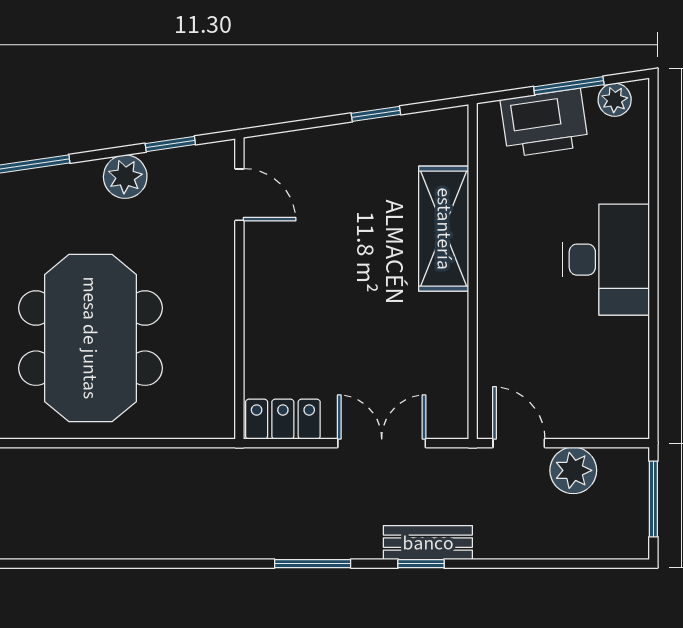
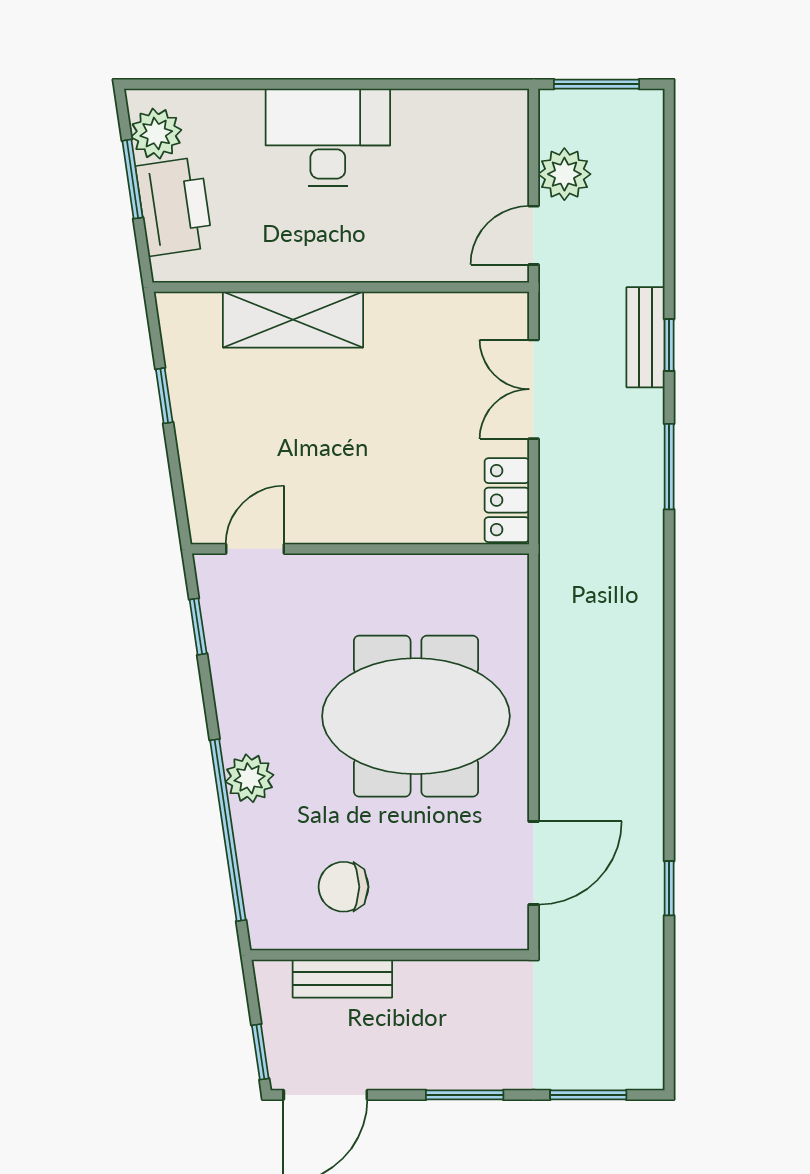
plant: (615, 100) -> (156, 134), width x1.38, depth x1.38
plant: (125, 177) -> (249, 778), moved

